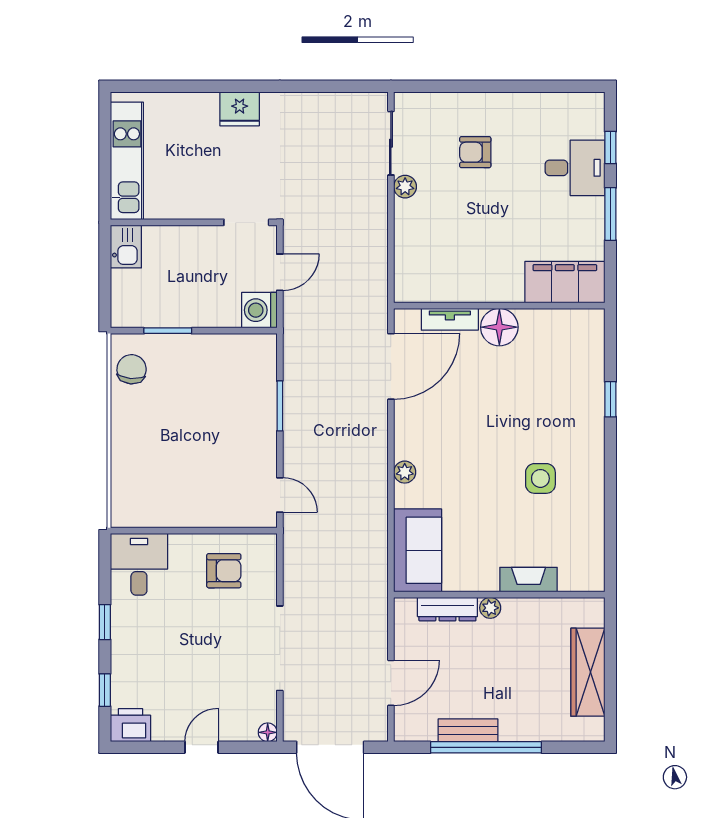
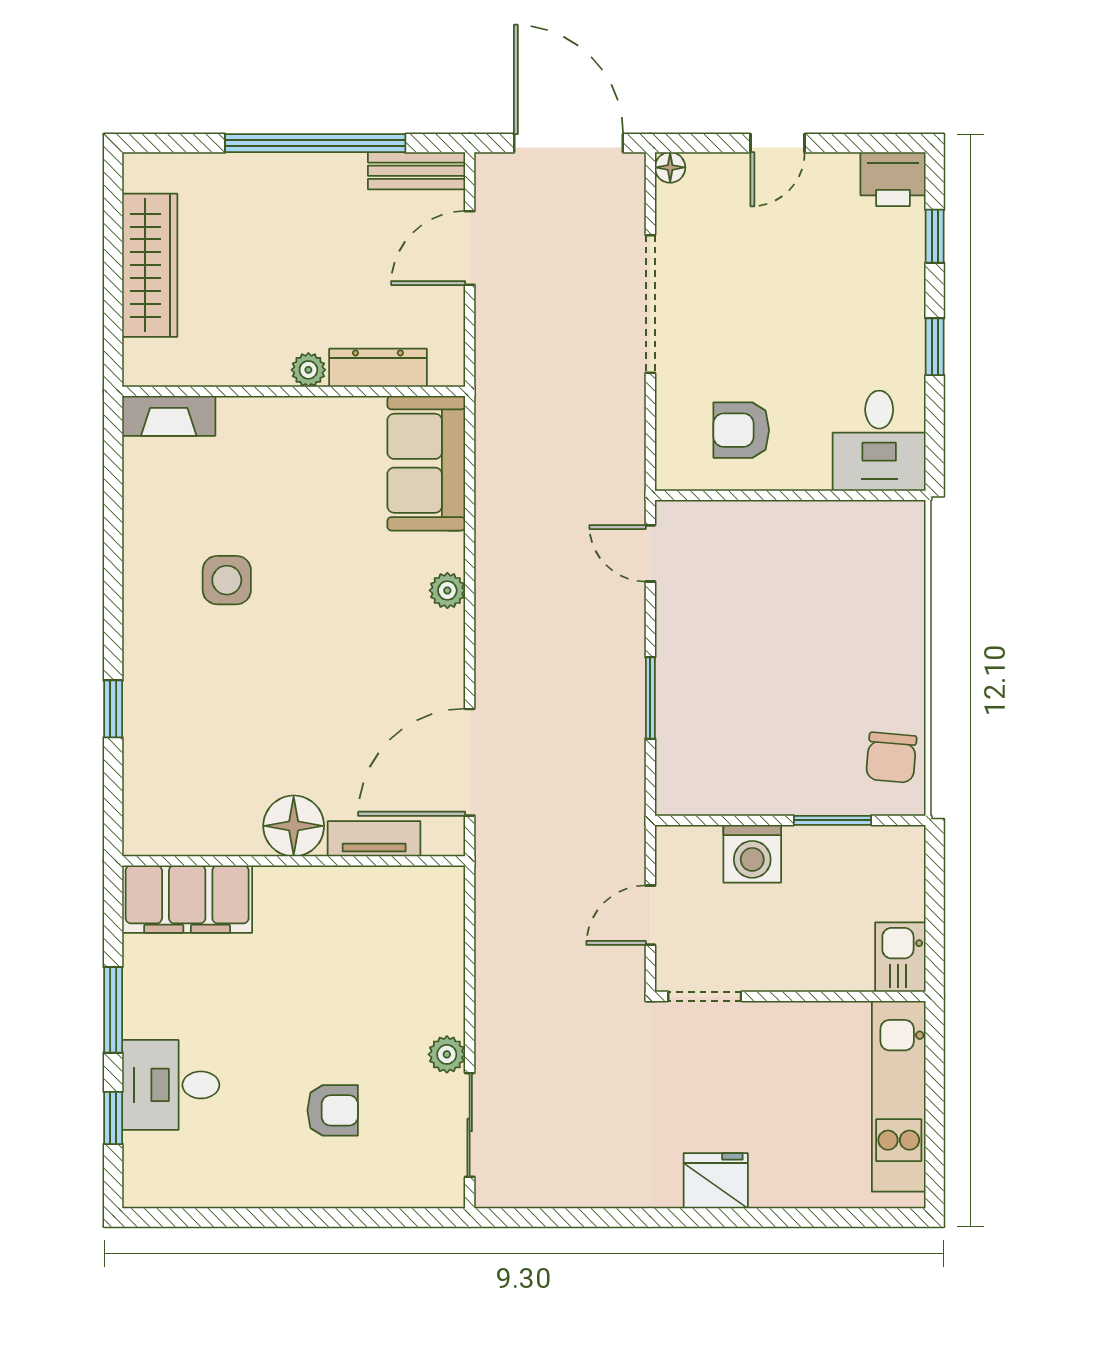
washing machine: (259, 310) -> (752, 854), moved, turned 90
fireplace: (529, 580) -> (169, 416), moved
bench: (468, 730) -> (417, 171), moved

